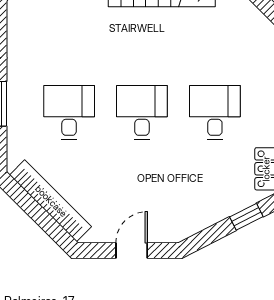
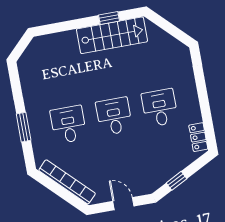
window: (246, 217) -> (176, 181), moved
door: (132, 250) -> (123, 204), hinge flipped

